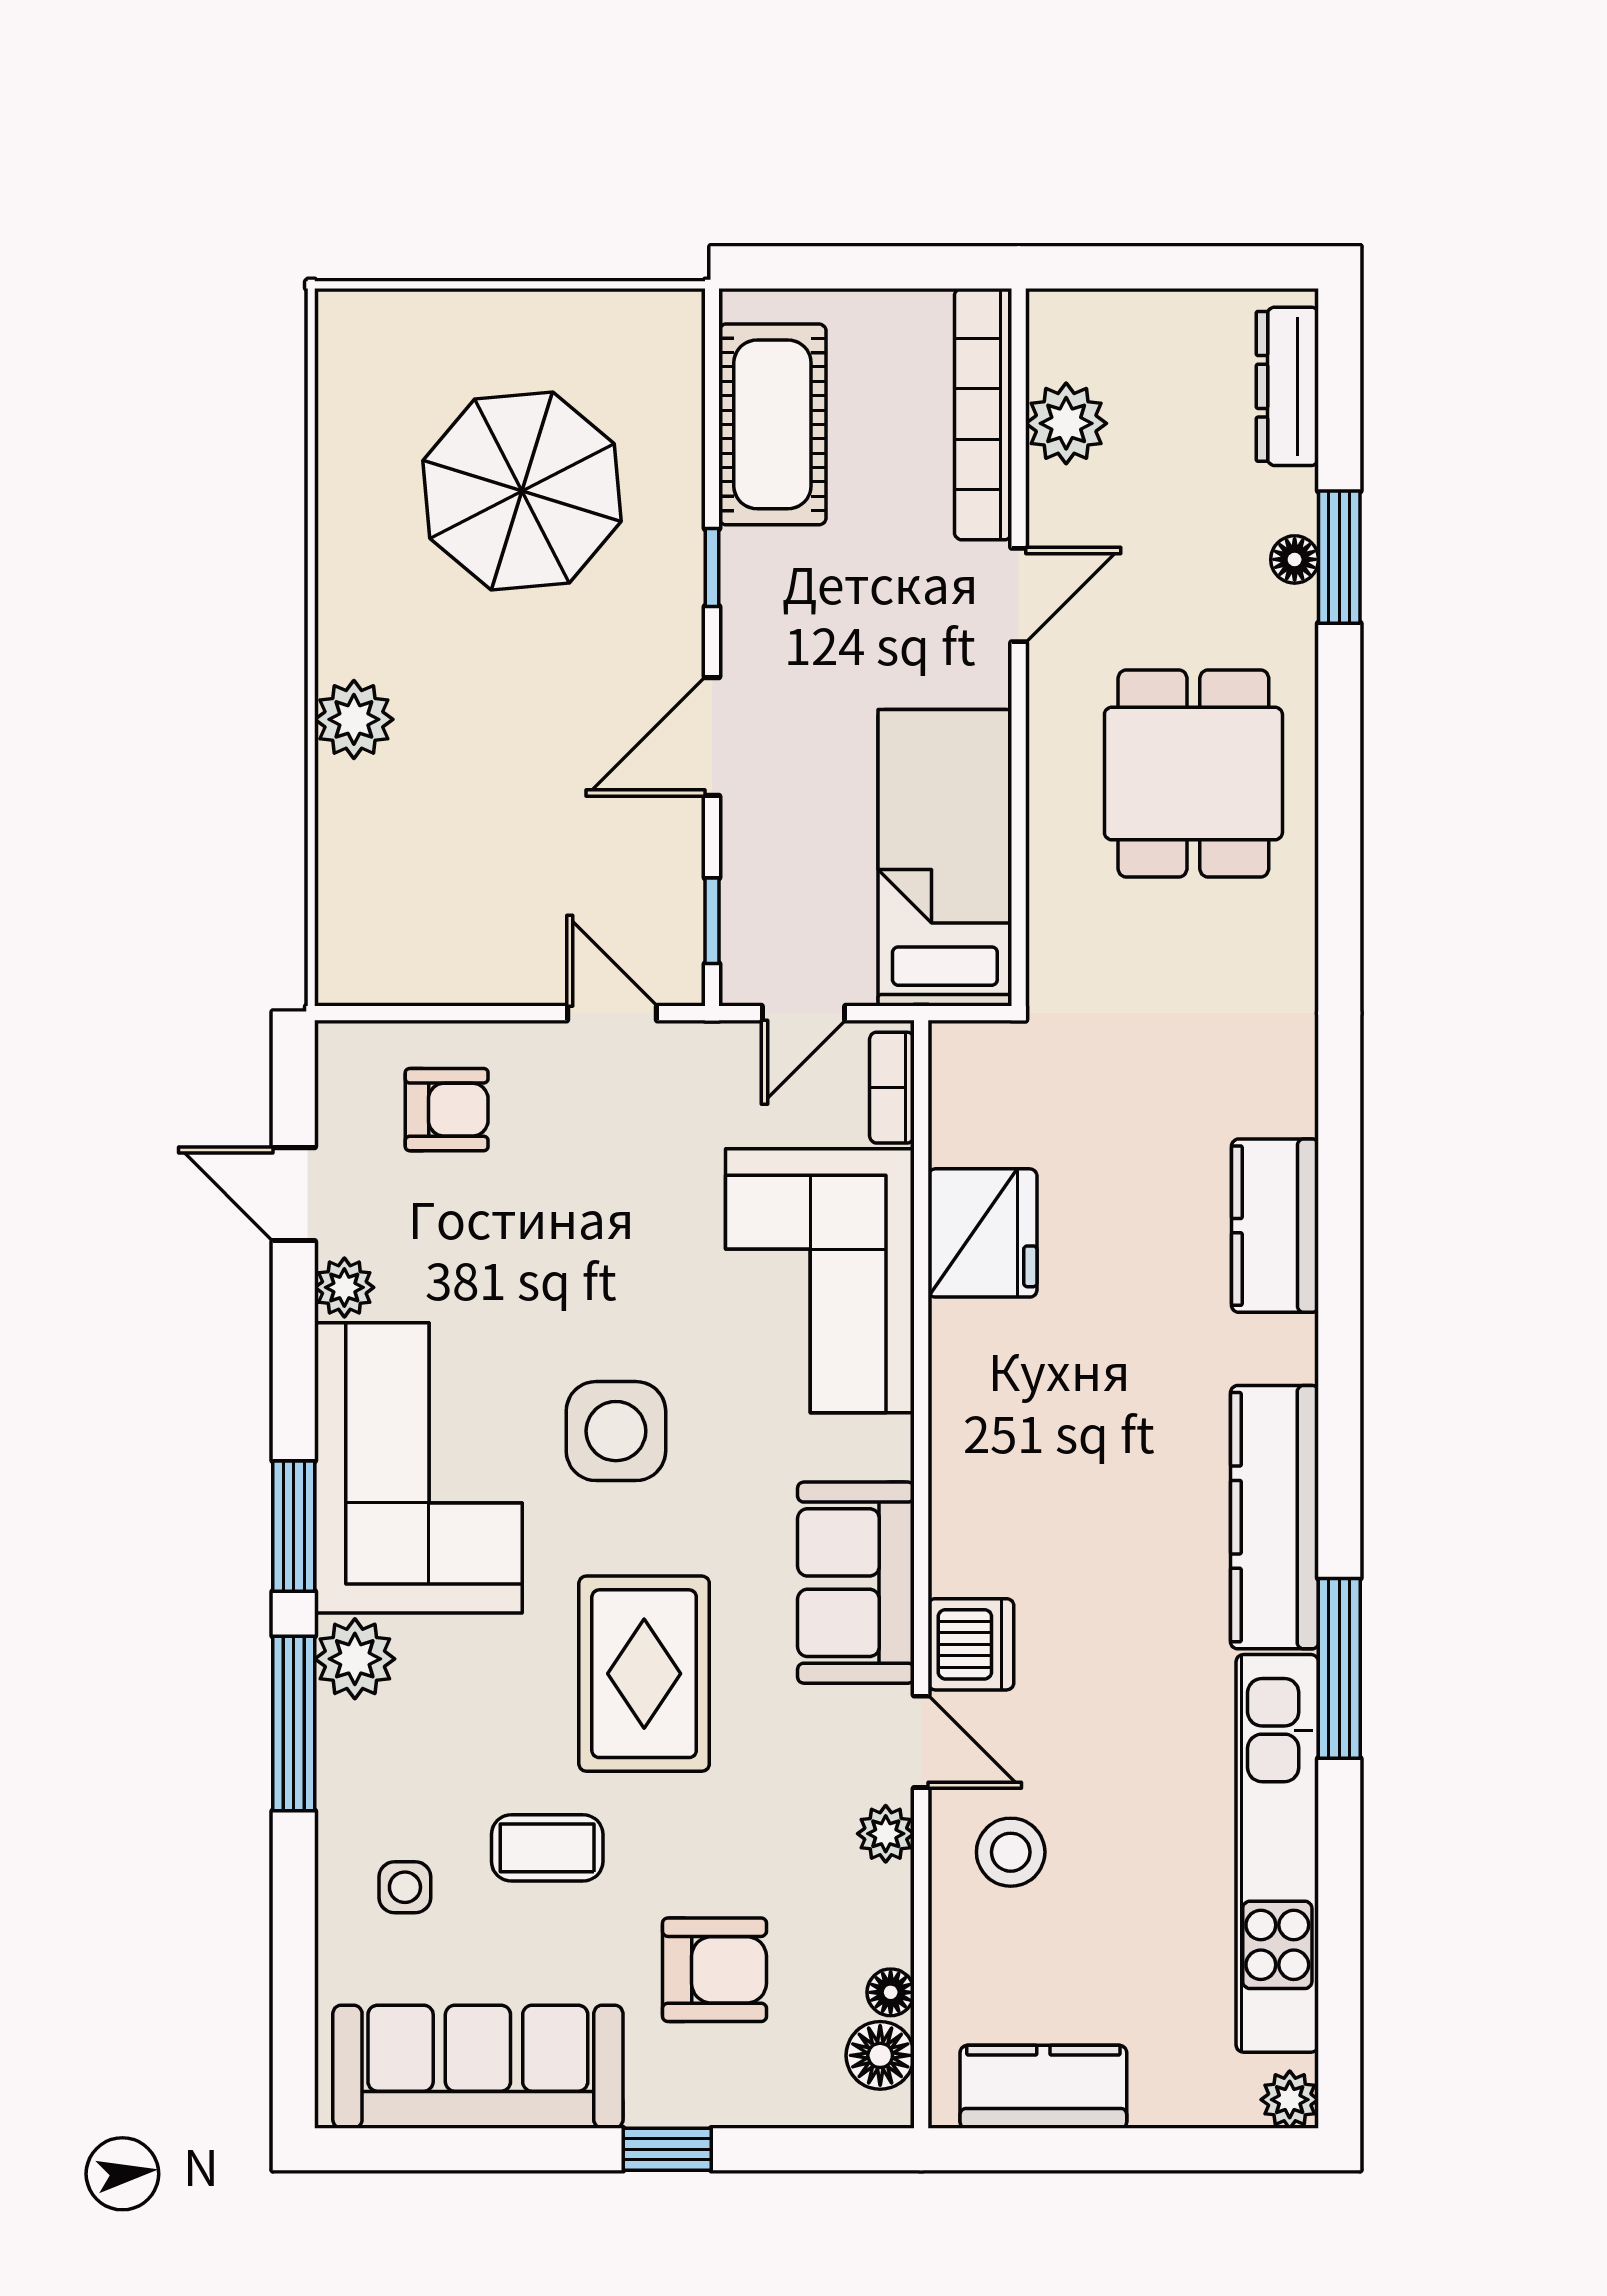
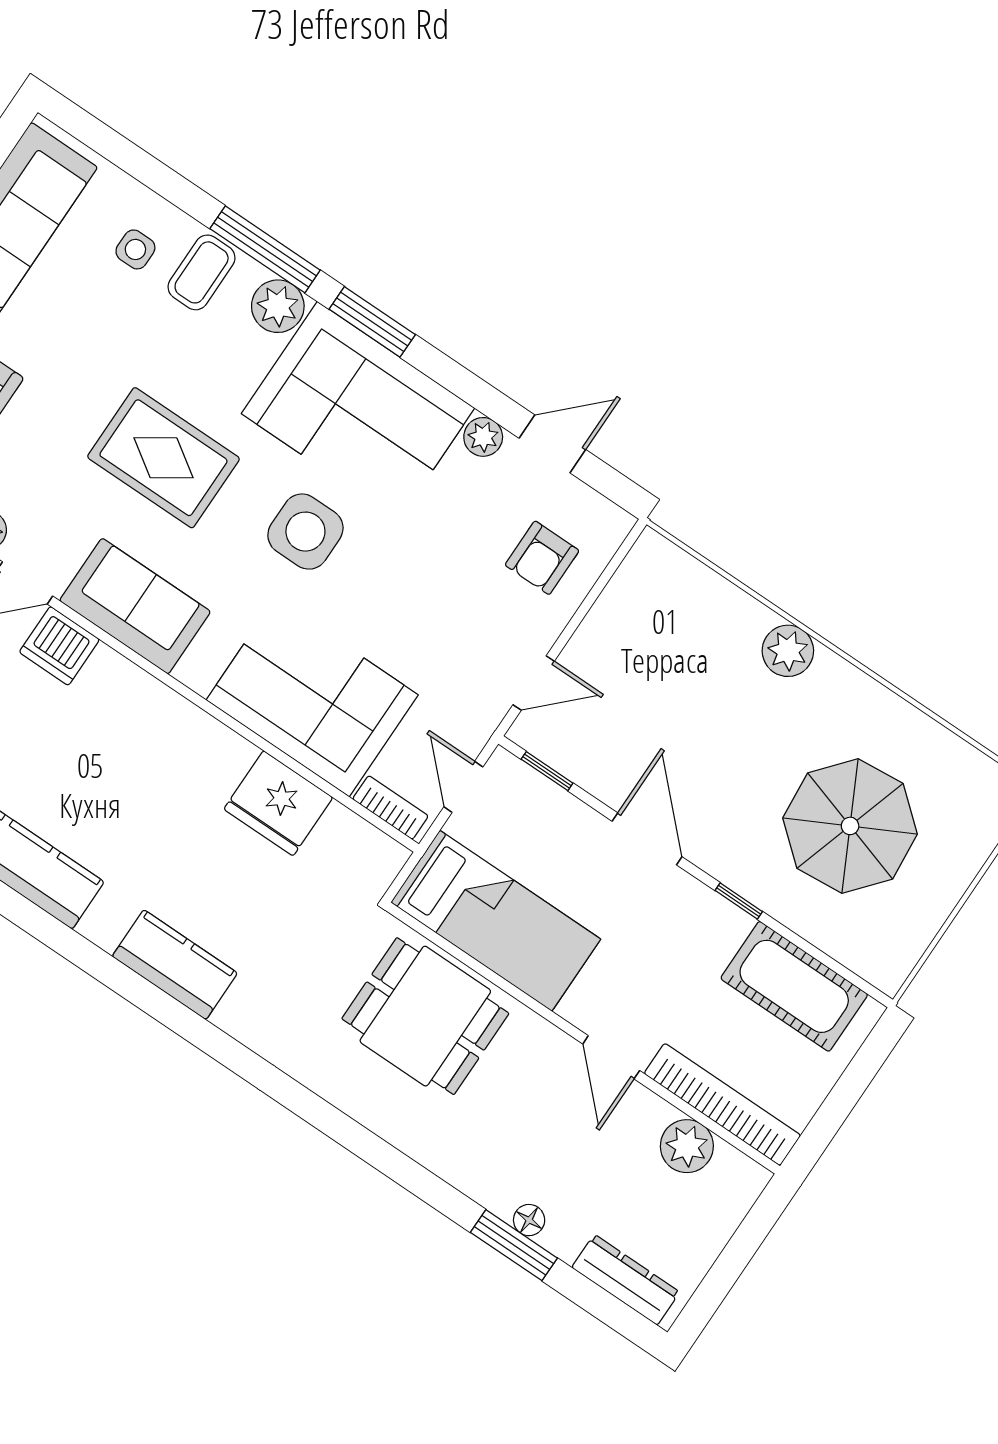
dining table: (1193, 774) -> (425, 1016), moved
coffee table: (547, 1848) -> (202, 272), moved

